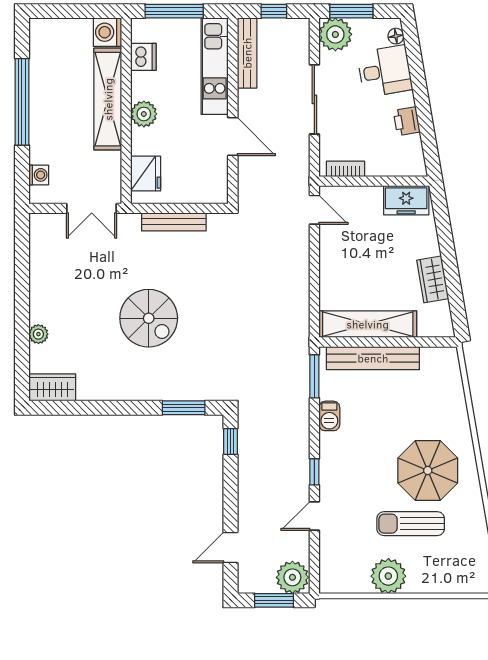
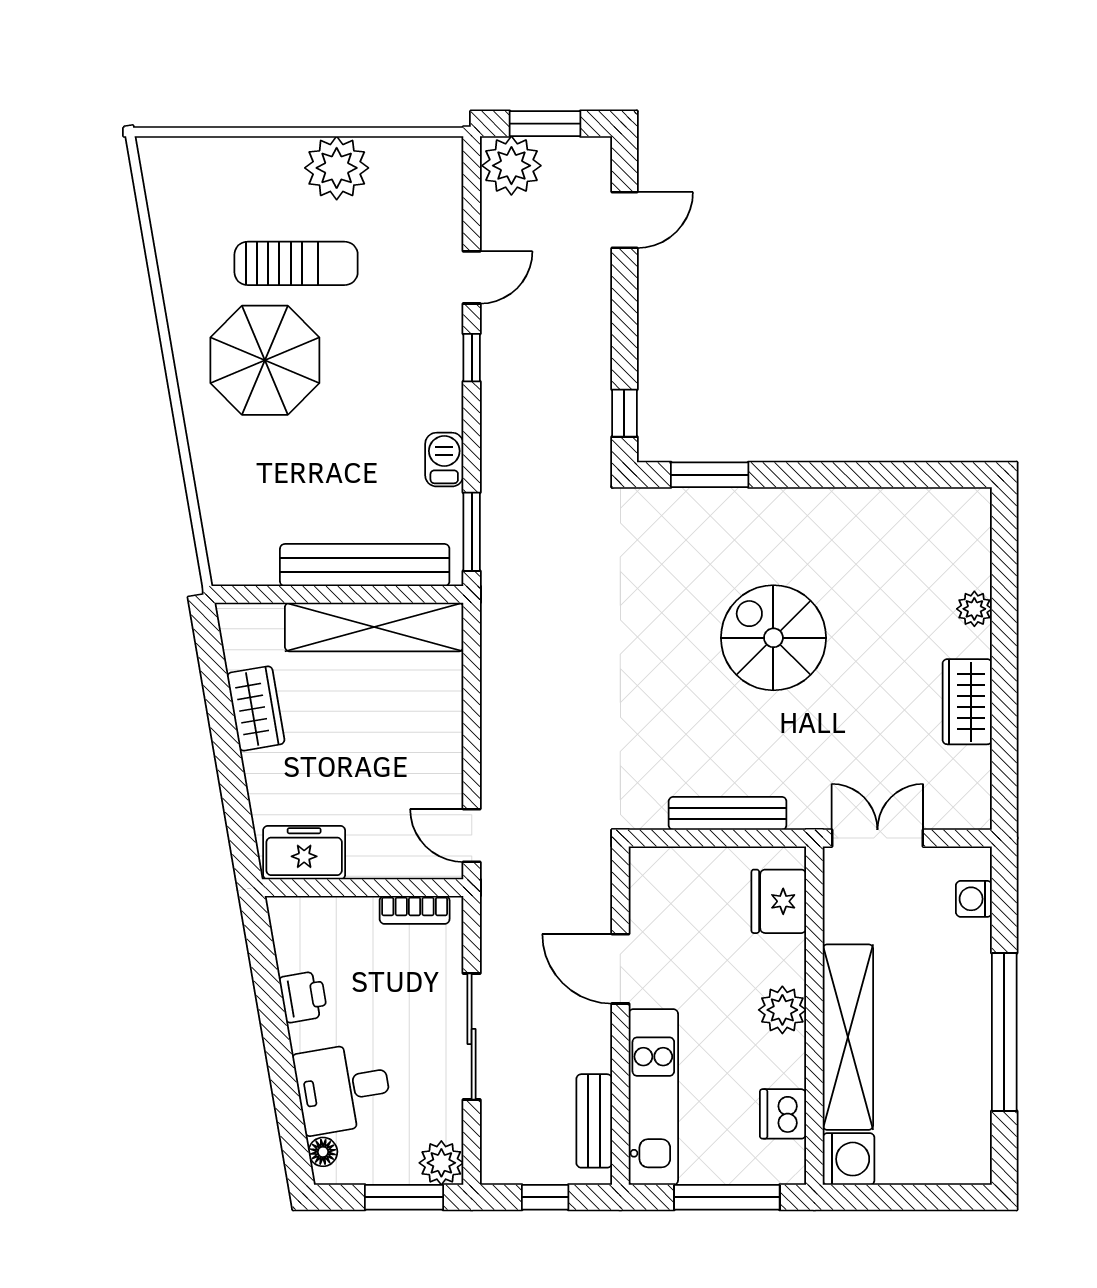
plant: (335, 34) -> (441, 1163), width x0.73, depth x0.73
bench: (247, 53) -> (594, 1121), width x0.73
wardrobe: (52, 387) -> (967, 702), moved, turned 90

